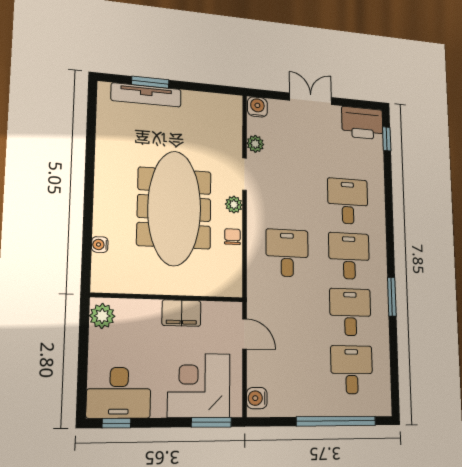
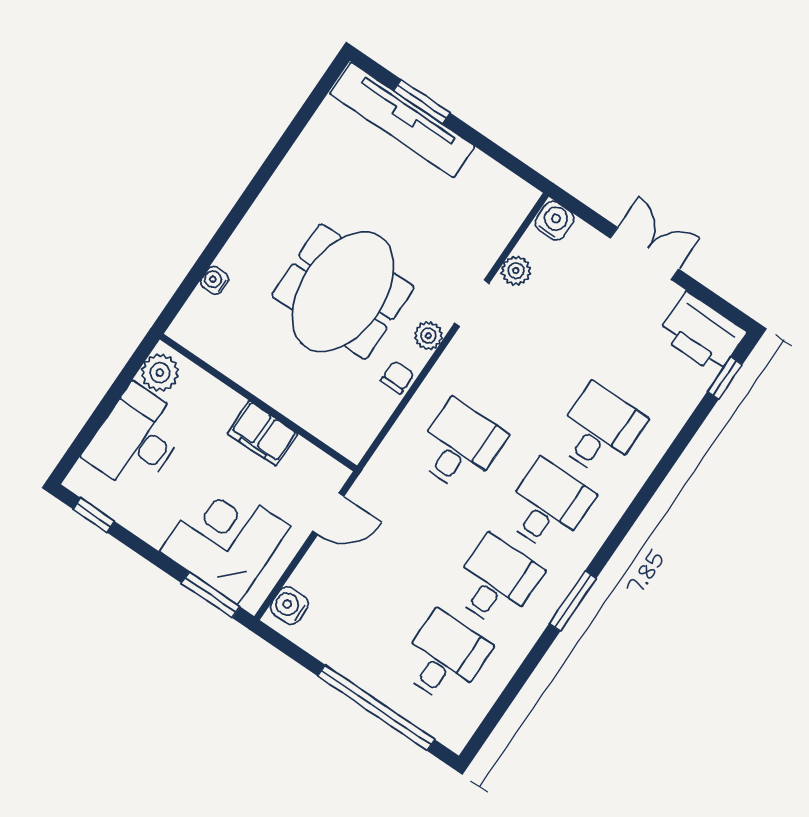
tv unit: (146, 95) -> (402, 120), width x1.36, depth x1.29
meeting table: (174, 208) -> (343, 292), width x0.73
door: (245, 334) -> (328, 514), hinge flipped
desk: (119, 393) -> (136, 439), moved, turned 90

